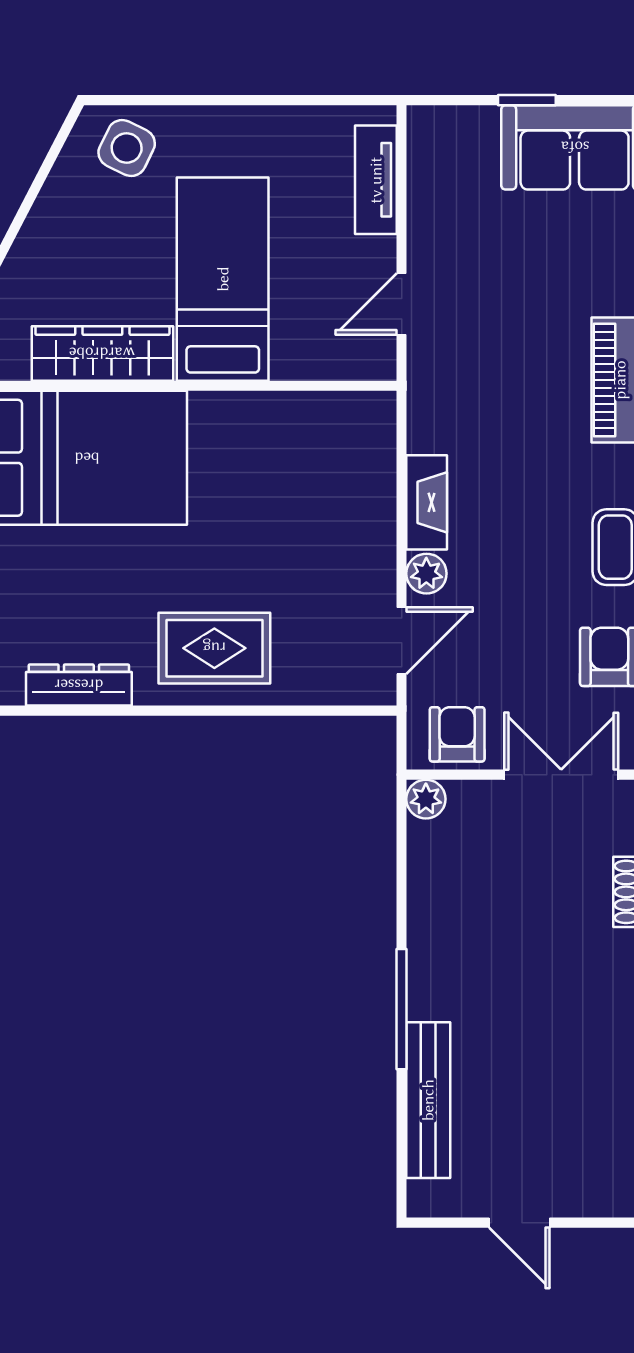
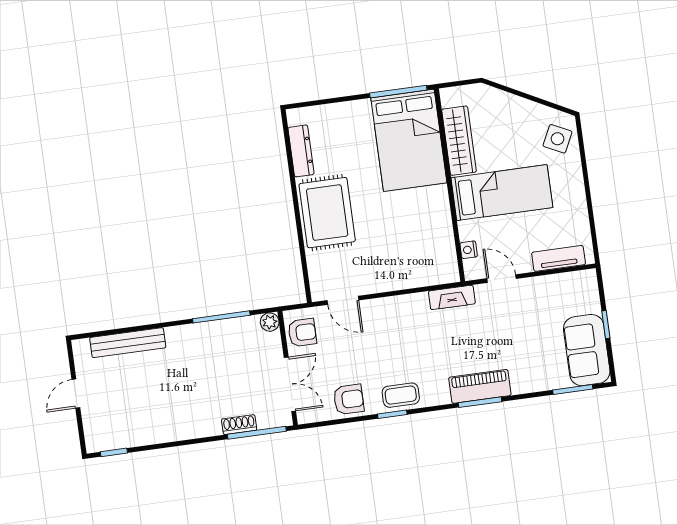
nightstand: (332, 364) -> (469, 250), added
fireplace: (427, 502) -> (452, 297), moved
plant: (426, 574) -> (376, 308), removed
rug: (214, 648) -> (327, 213), width x1.36, depth x1.43
window: (402, 1009) -> (221, 317), moved

